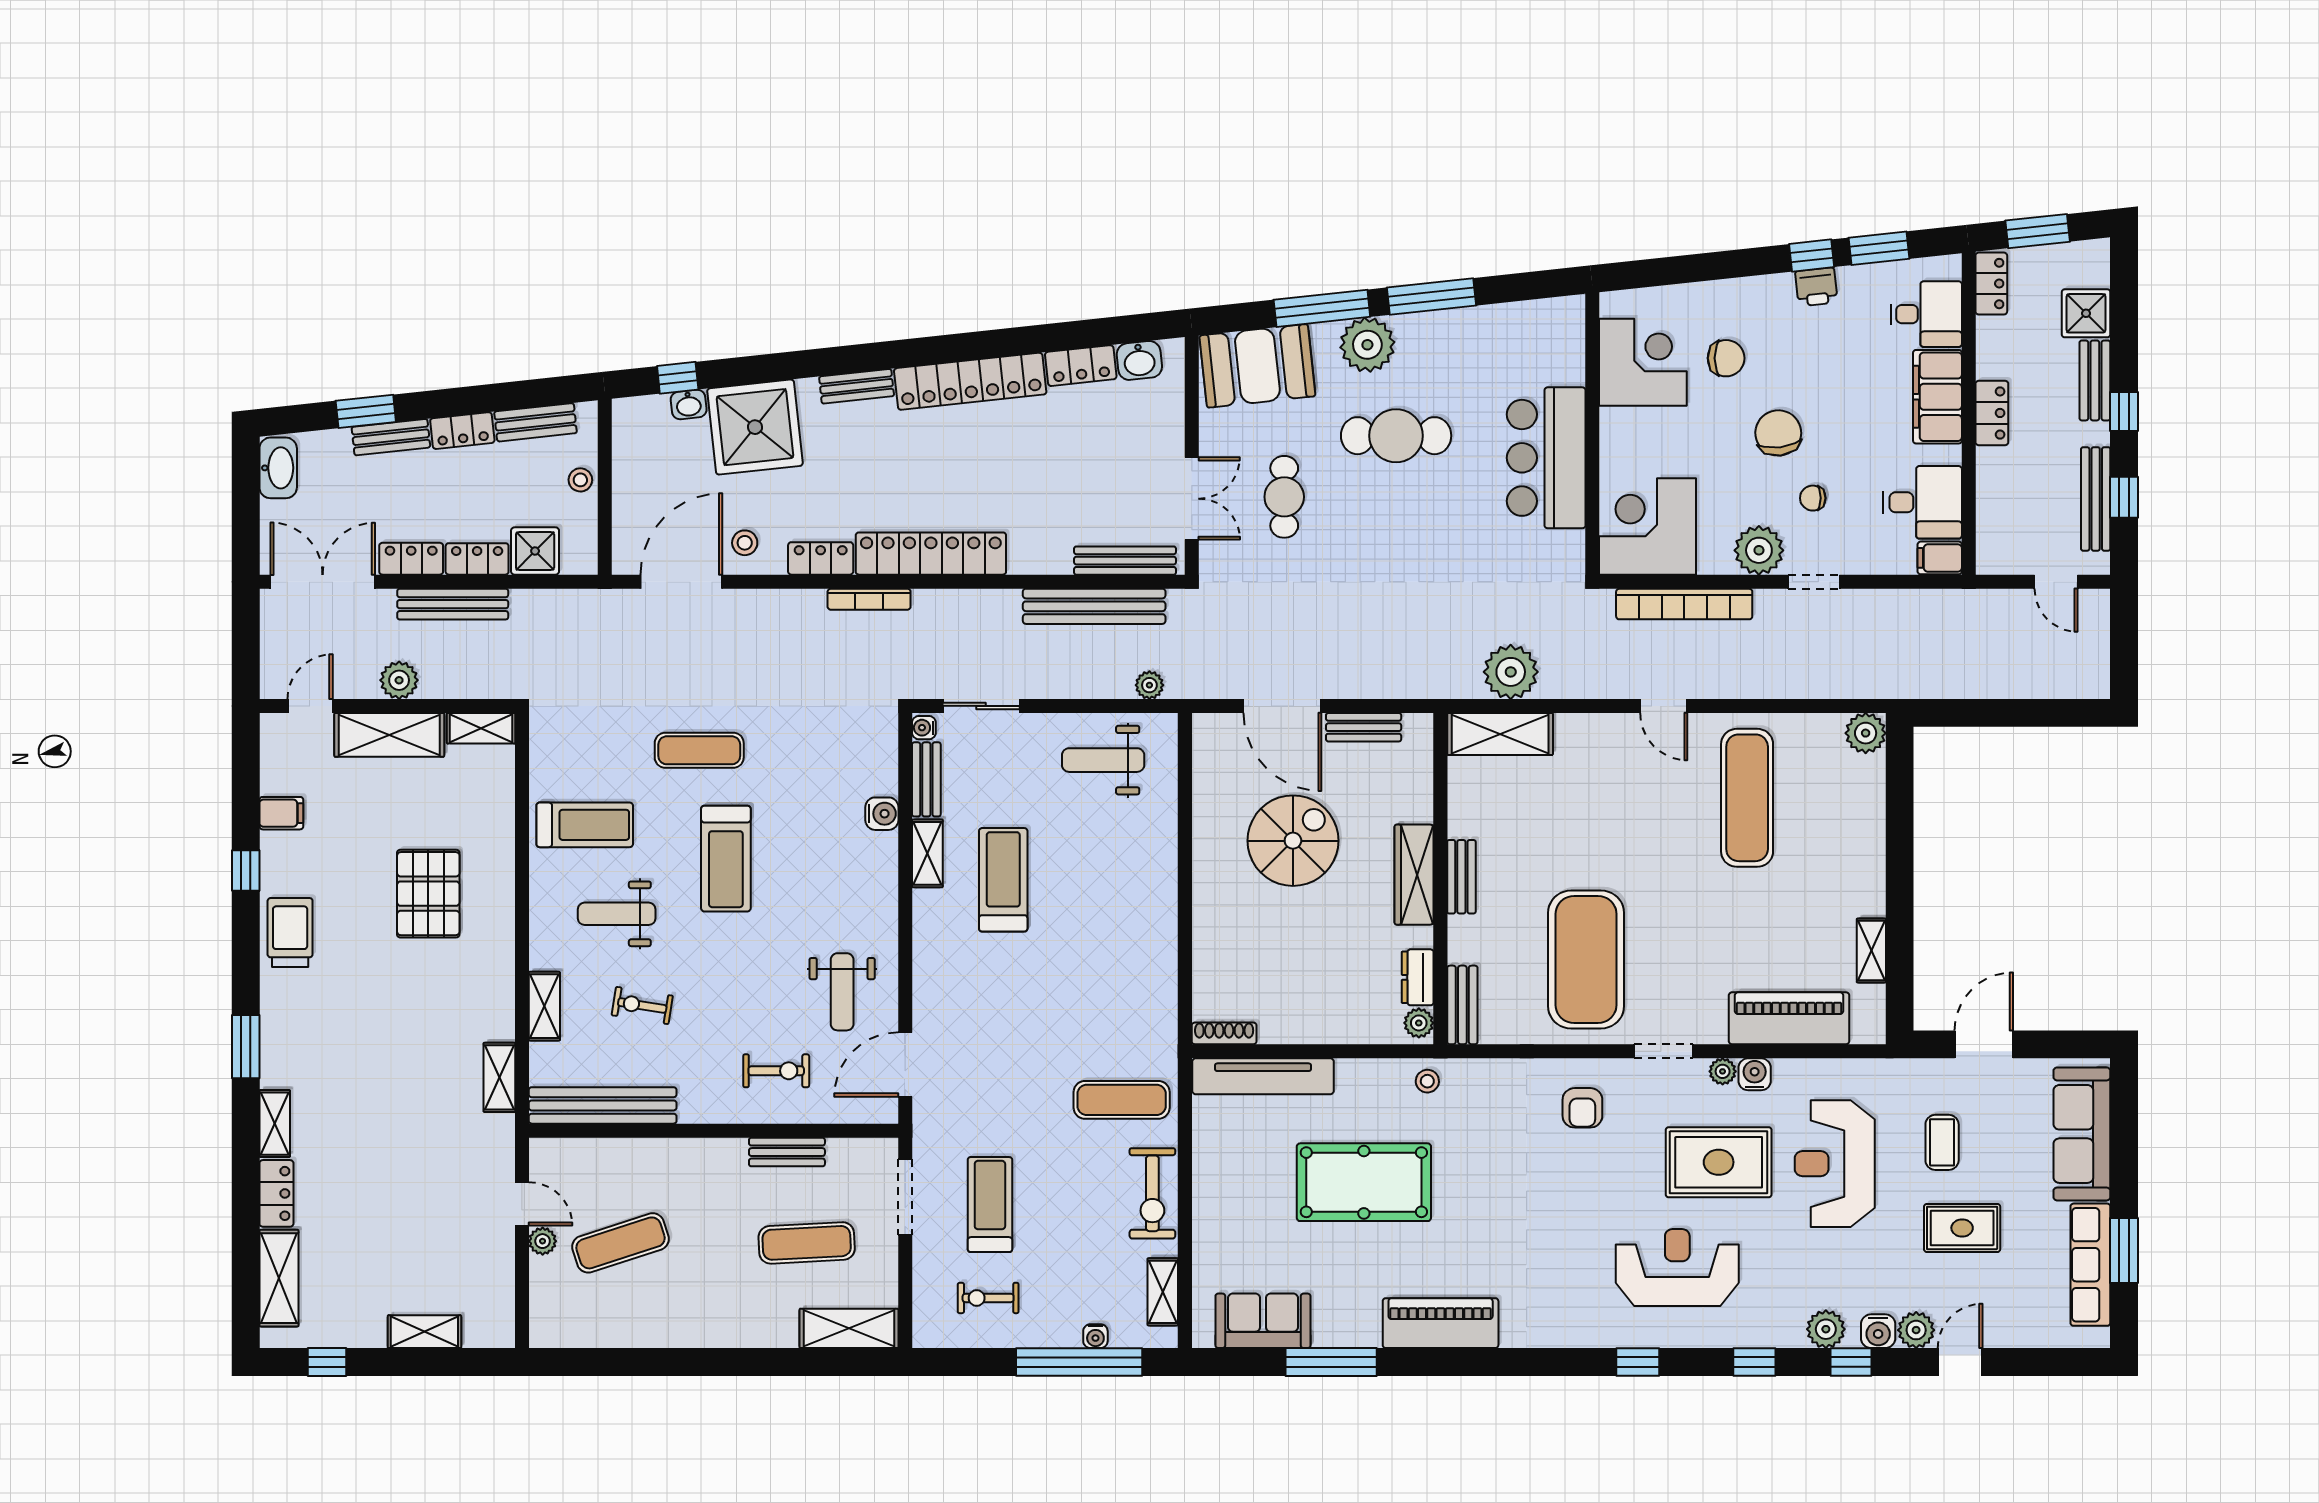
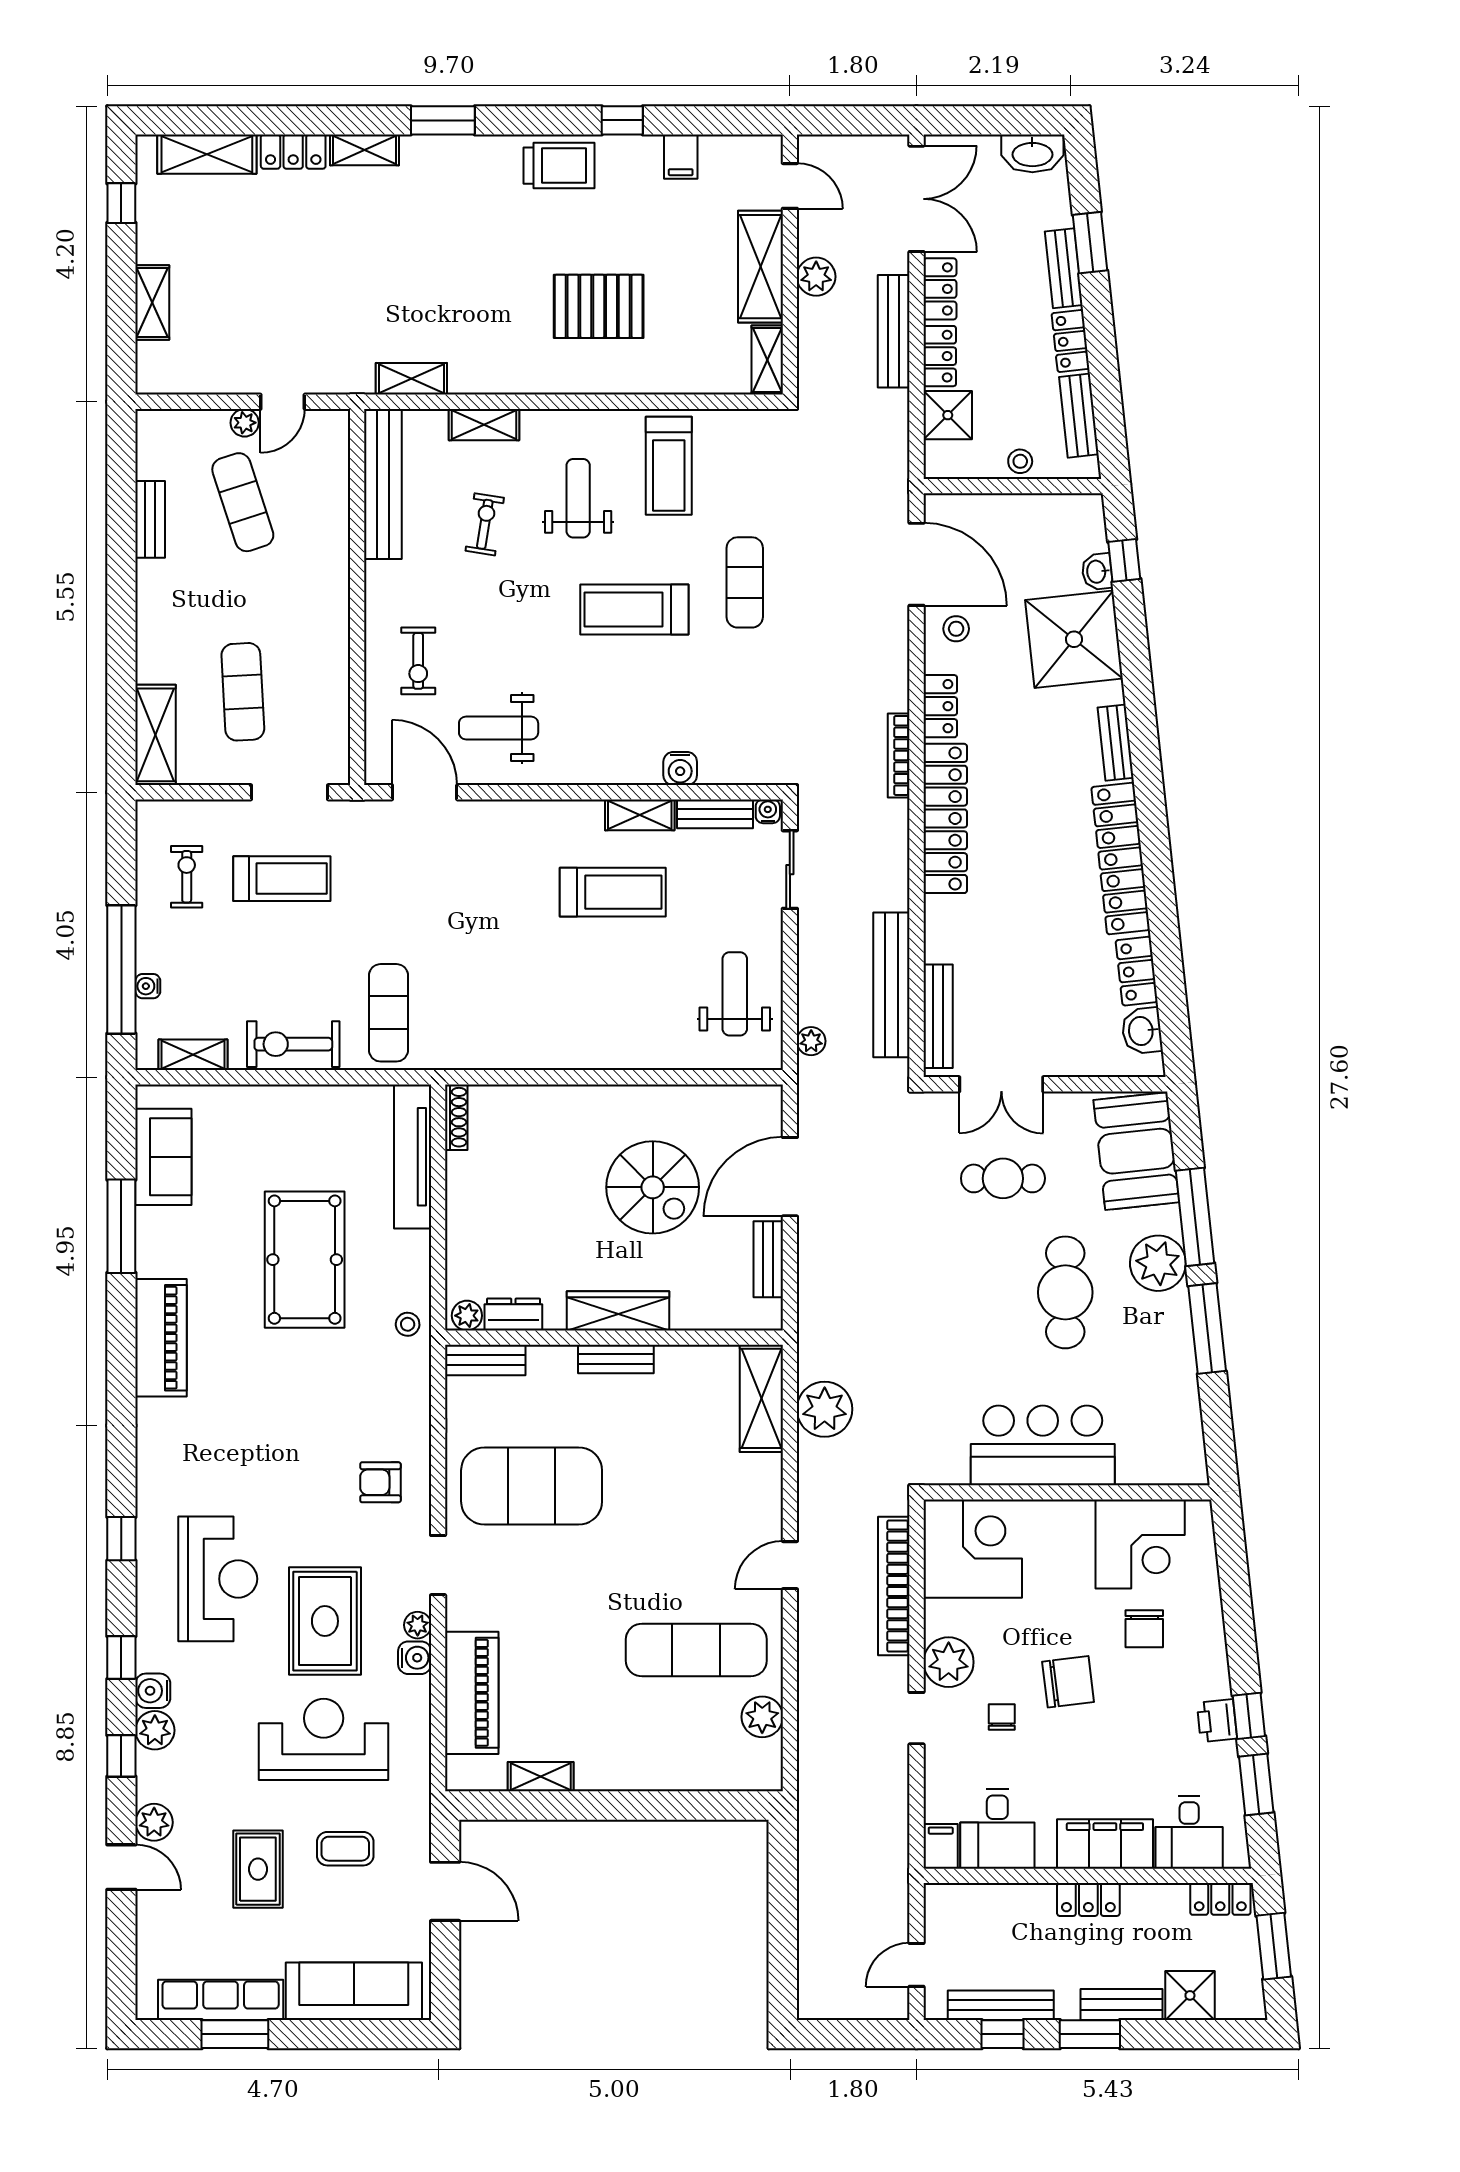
window: (2124, 412) -> (1090, 2034), width x1.50
plant: (1866, 733) -> (762, 1717), moved
bench: (787, 1152) -> (150, 519), moved
water cooler: (1878, 1331) -> (153, 1691), moved

